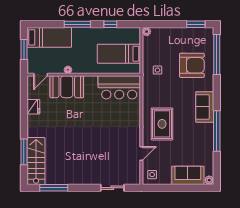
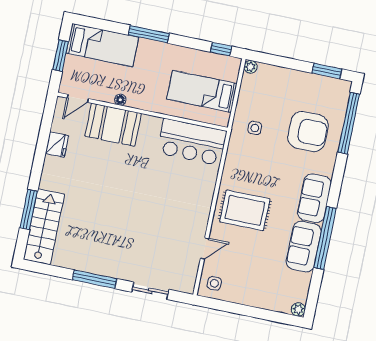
window: (110, 24) -> (221, 49), moved
rug: (162, 124) -> (245, 210), turned 90
sofa: (188, 175) -> (304, 247), moved, turned -90
window: (54, 188) -> (95, 279), moved

